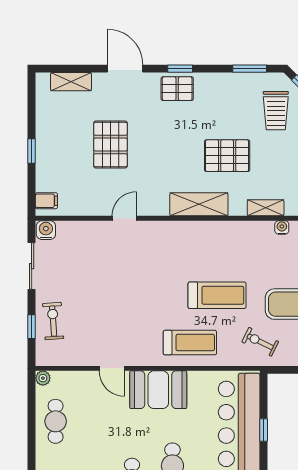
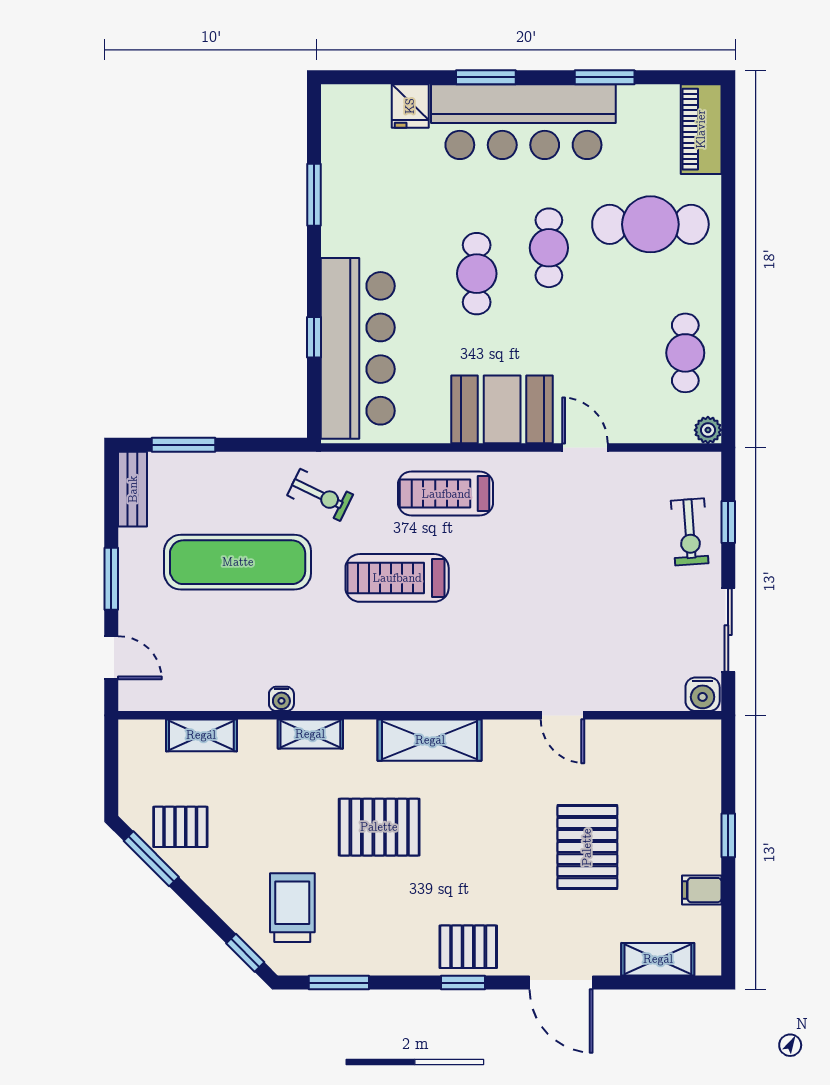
filing cabinet: (46, 201) -> (702, 890), moved
door: (124, 218) -> (562, 715), hinge flipped

